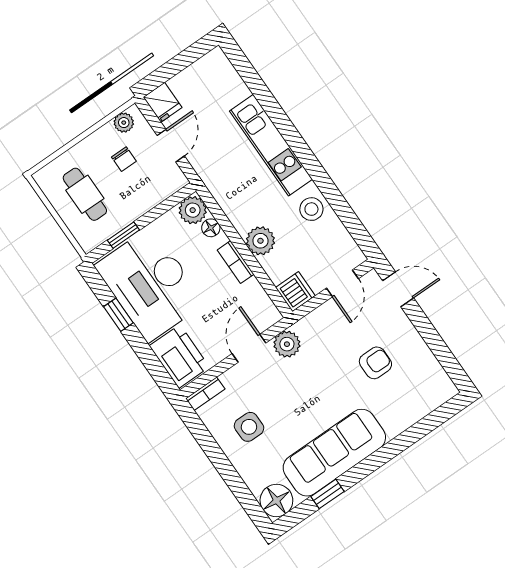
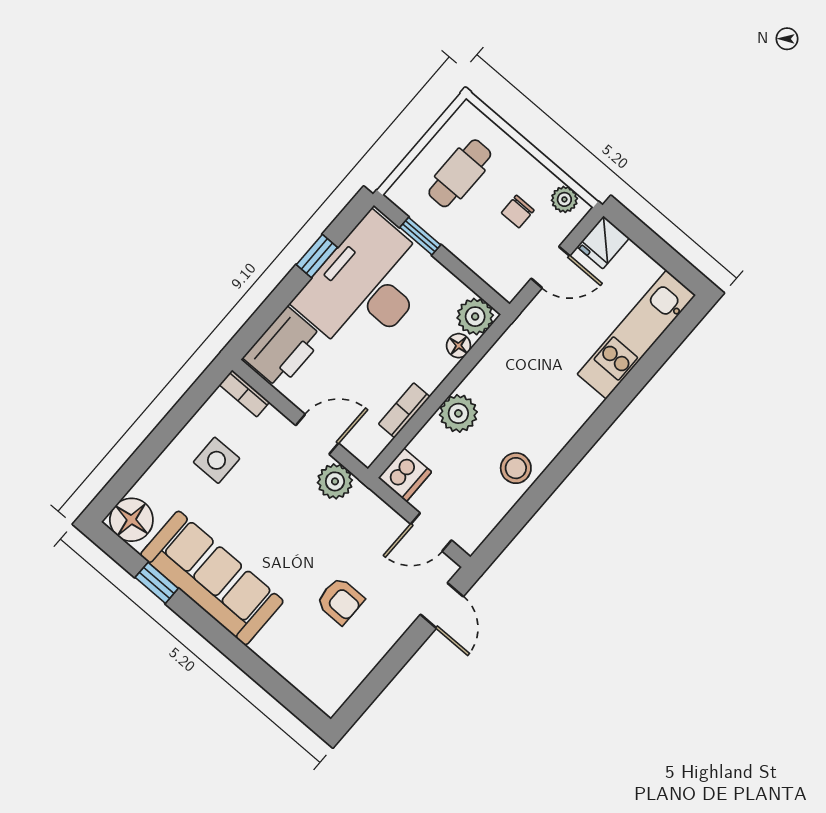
kitchen unit: (271, 145) -> (636, 335), moved
bookcase: (236, 262) -> (404, 410), moved

